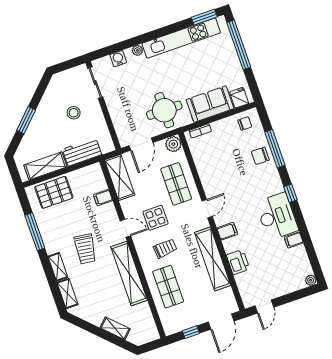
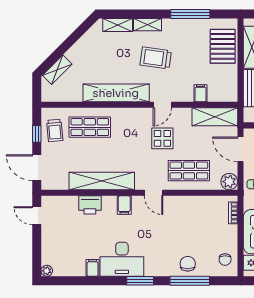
window: (290, 193) -> (140, 281), width x1.50
trolley: (165, 248) -> (55, 131), moved
shelving: (115, 328) -> (57, 70), moved

